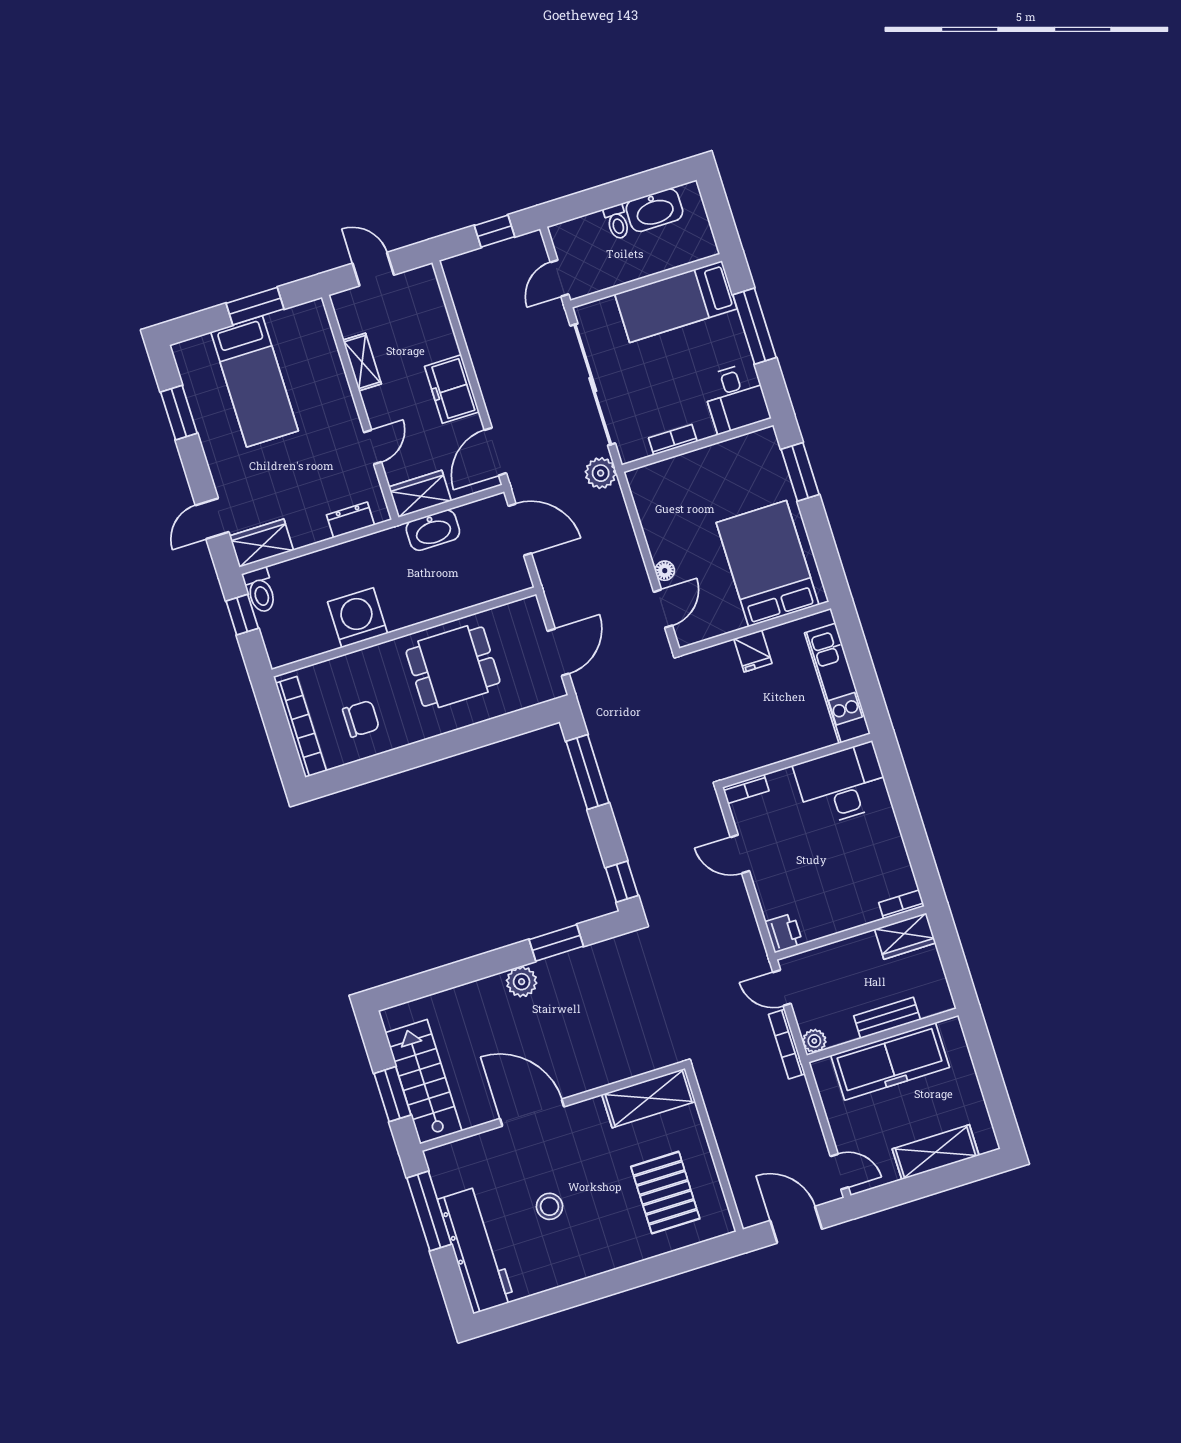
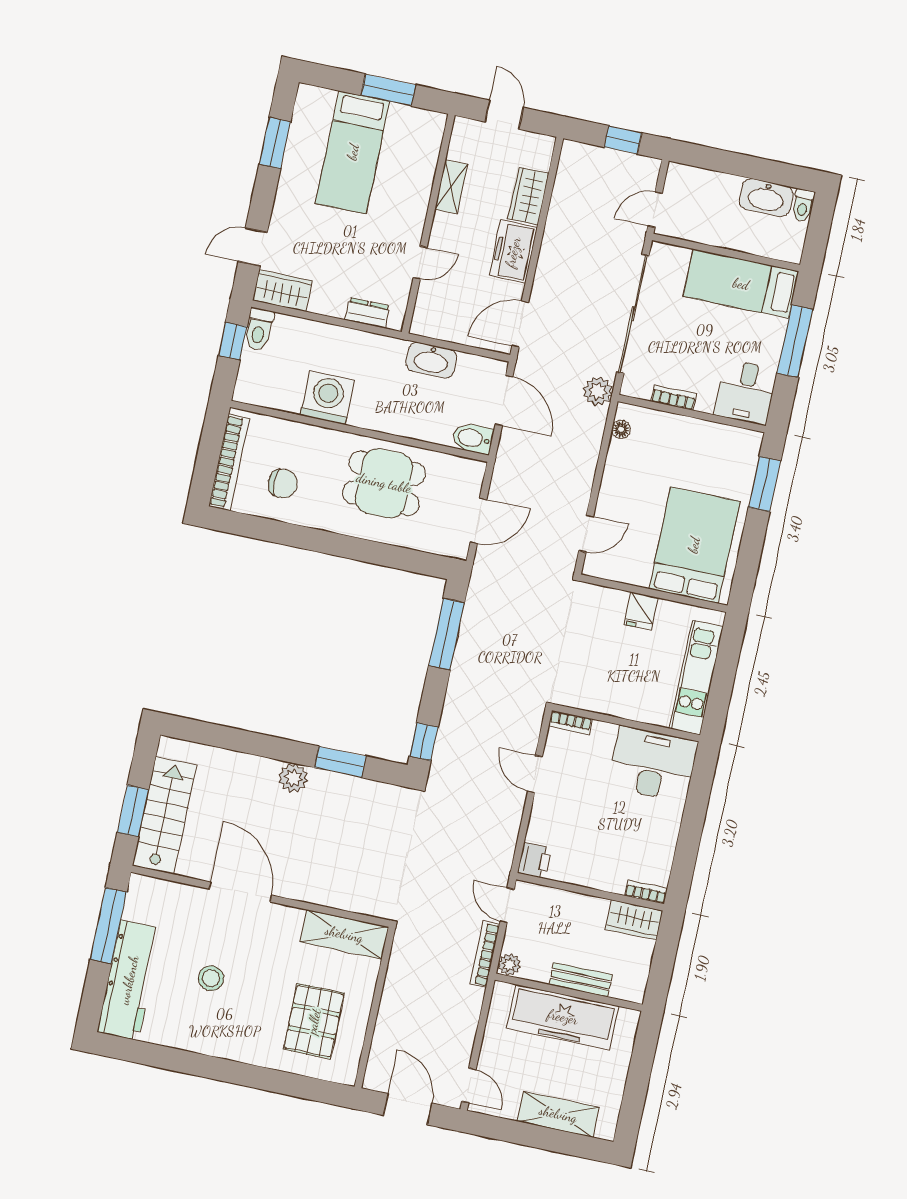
toilet: (617, 222) -> (803, 205), moved
wardrobe: (420, 494) -> (528, 196), moved, turned -90
floor lamp: (665, 571) -> (621, 429), moved
bidet: (511, 580) -> (473, 438), added

